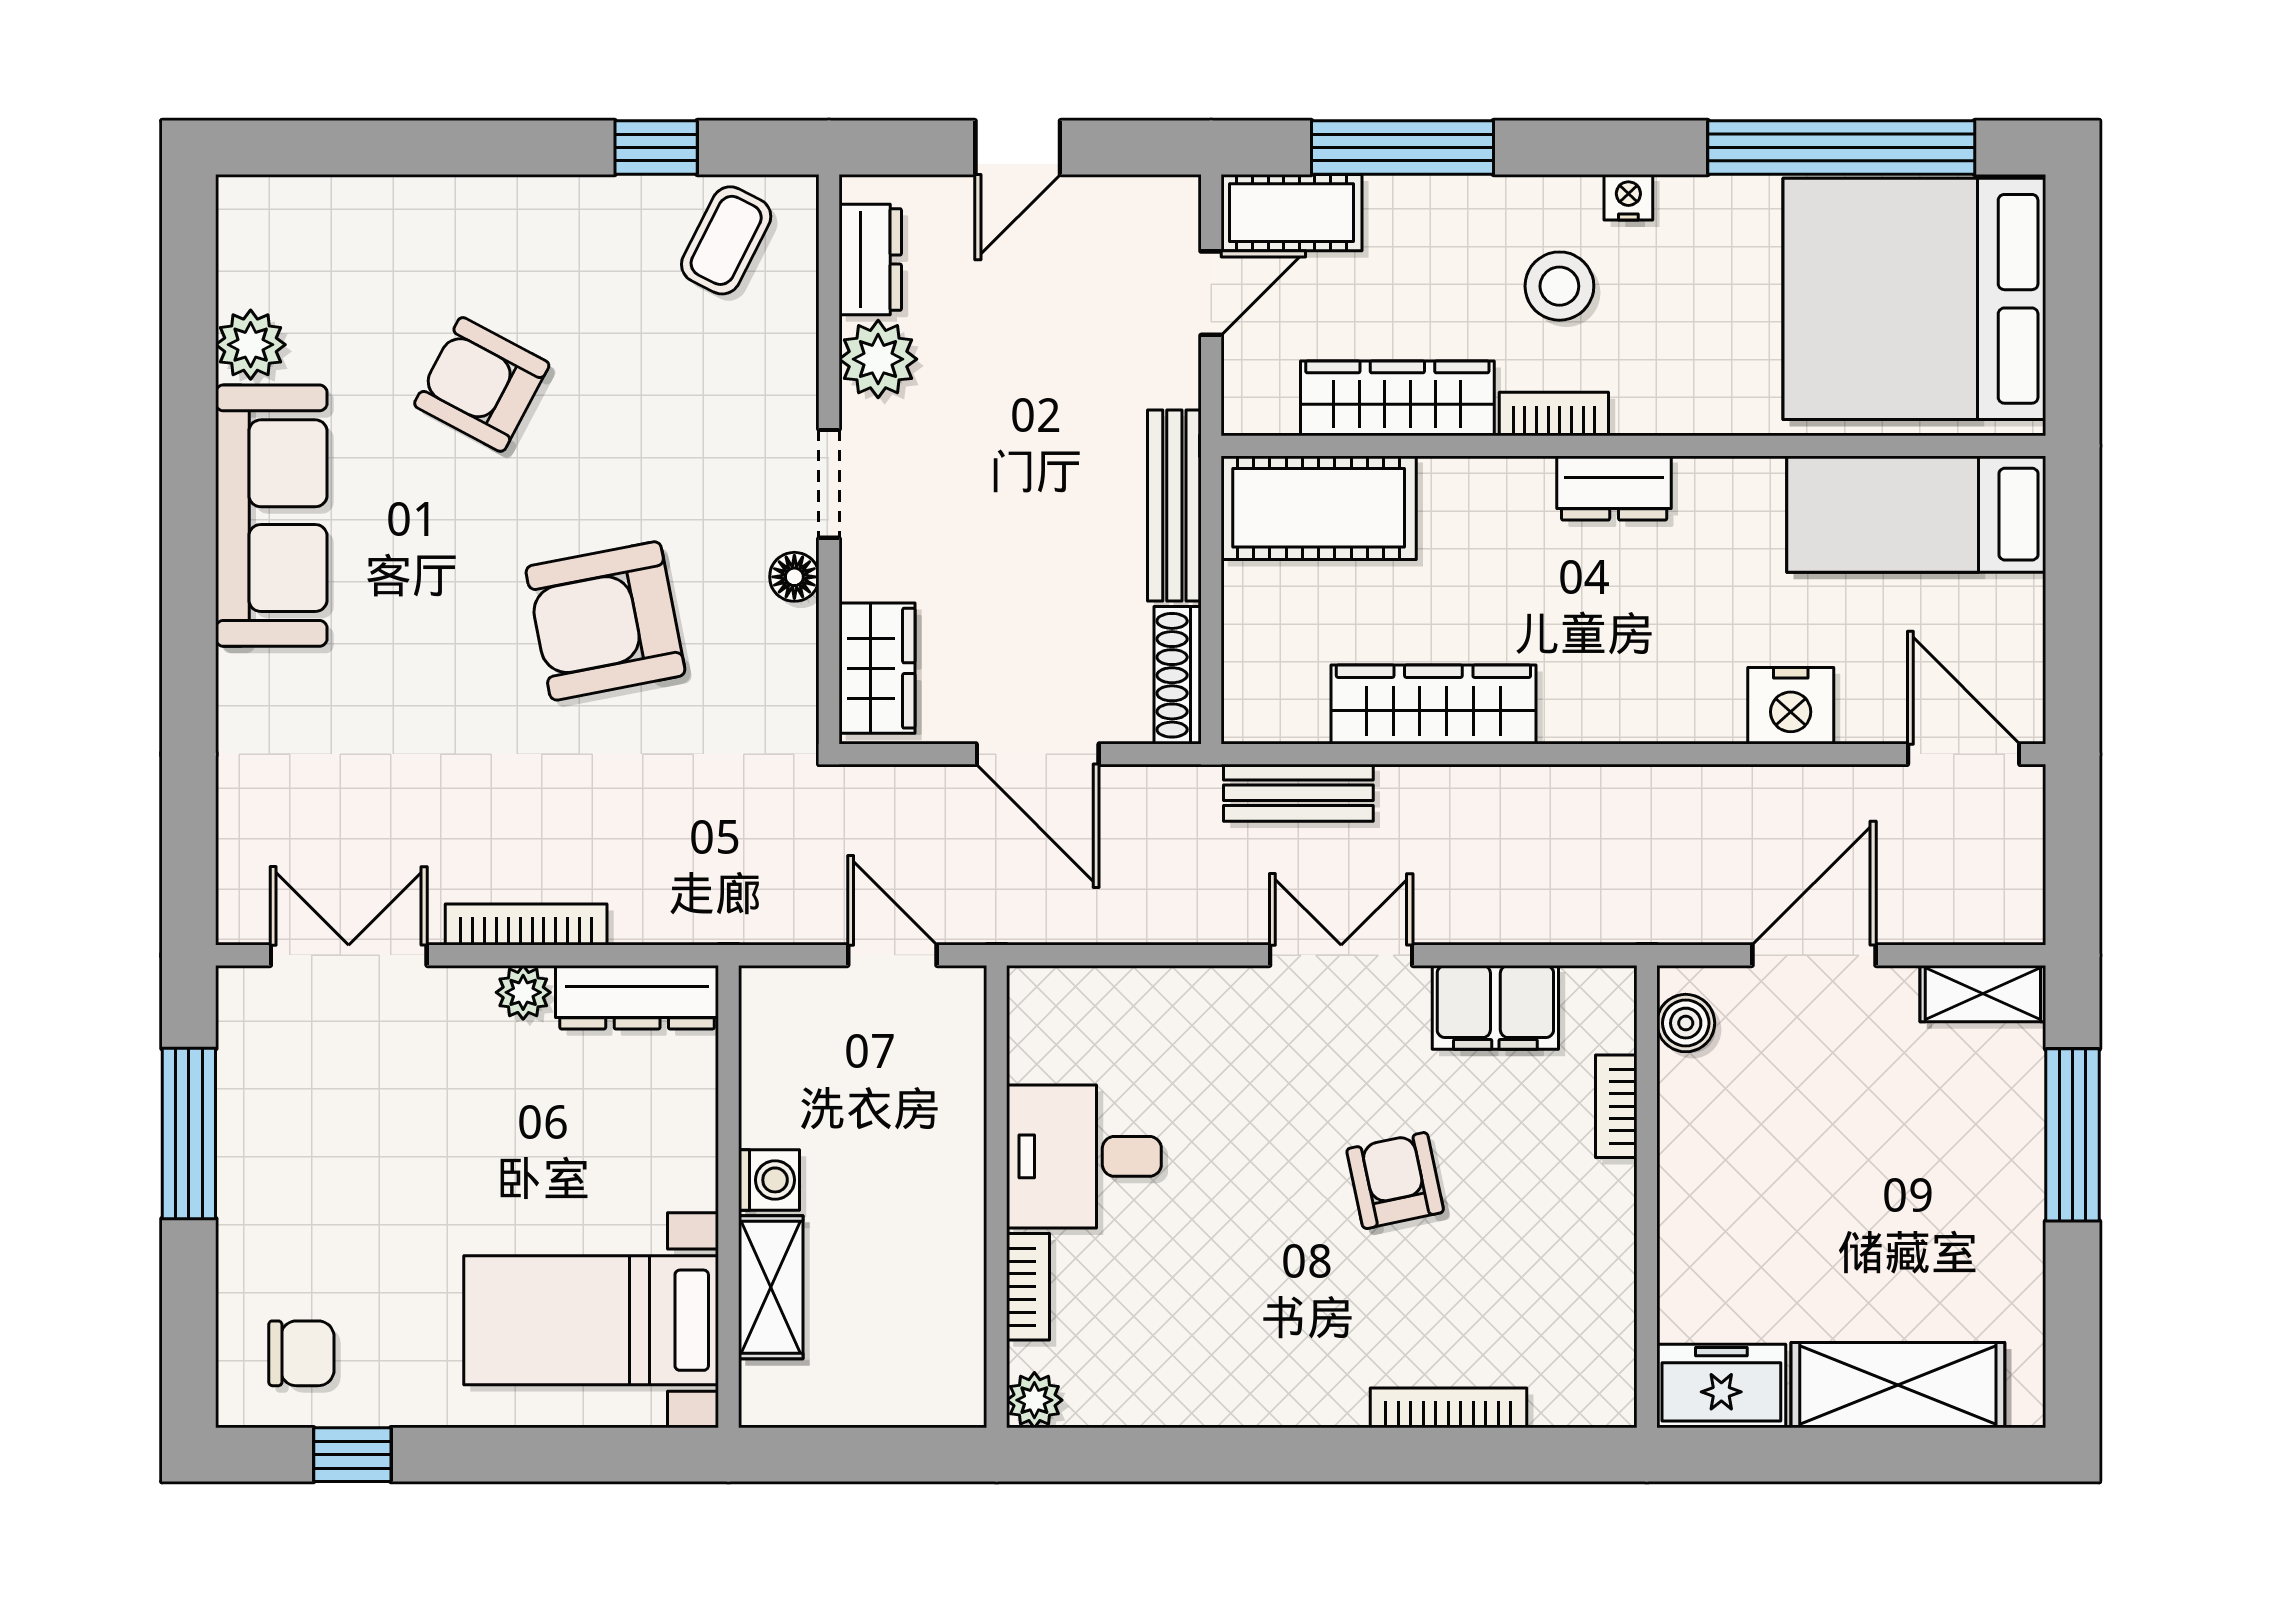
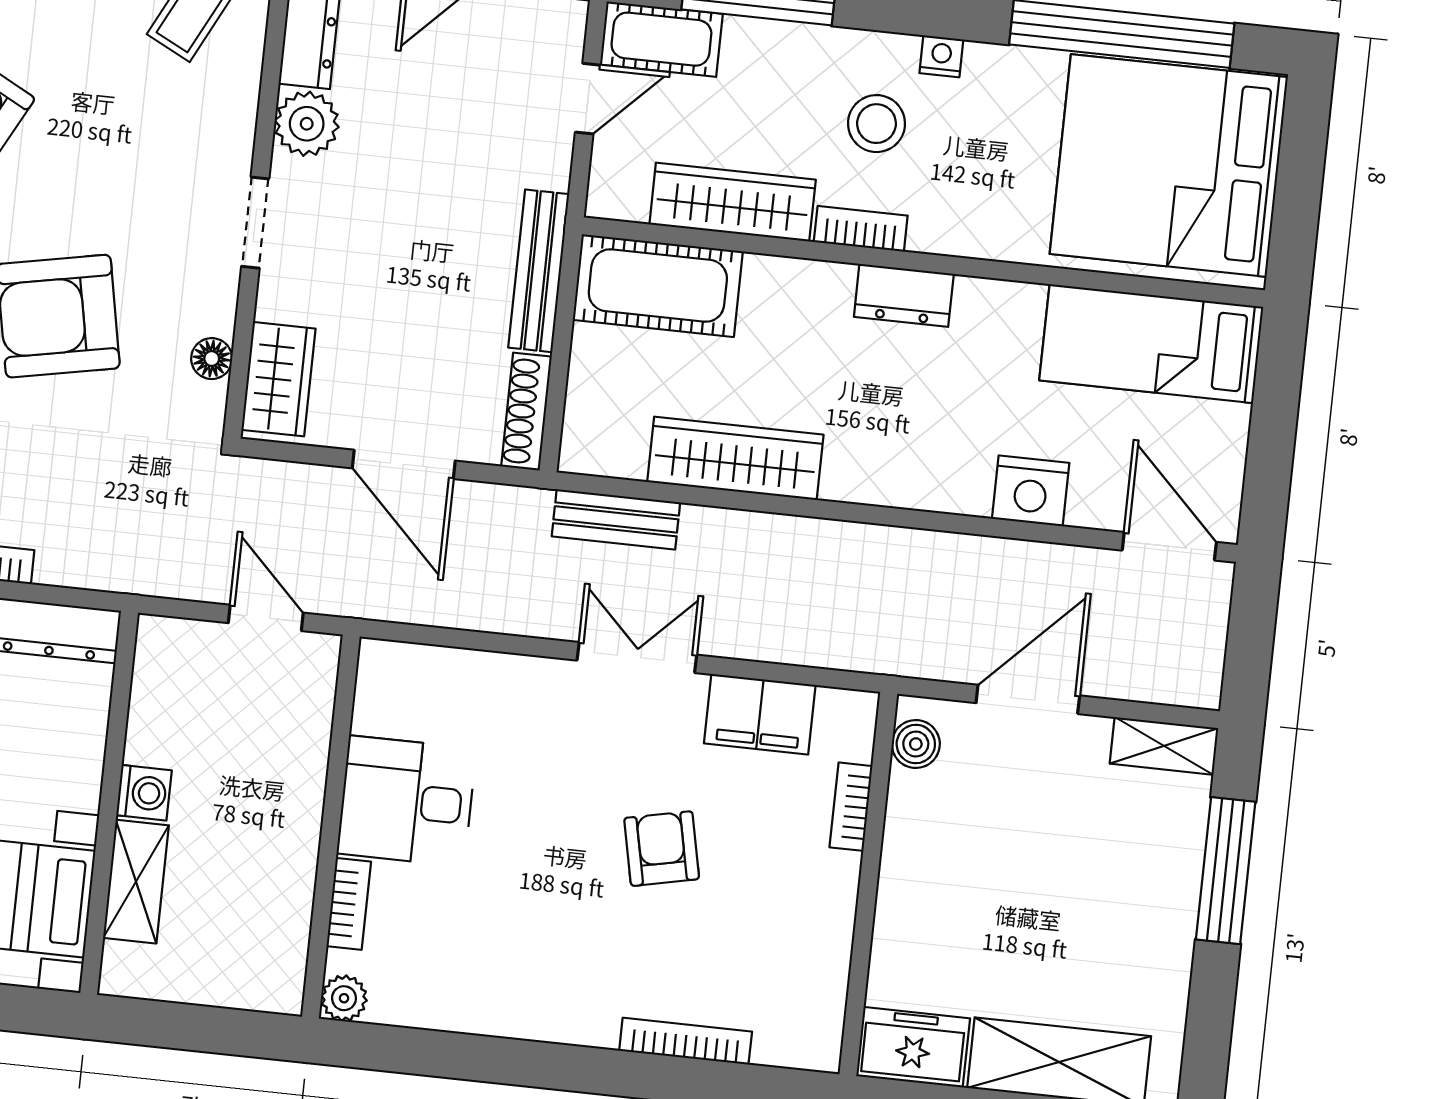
floor lamp: (794, 577) -> (212, 359), moved

